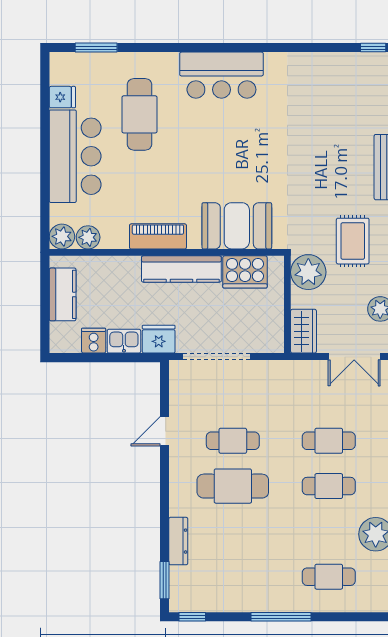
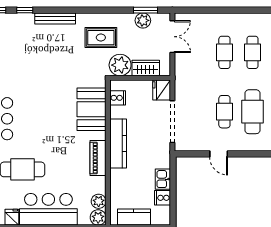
cooker: (245, 272) -> (118, 98), width x0.53, depth x0.76
wardrobe: (304, 331) -> (146, 68), moved
fridge: (159, 339) -> (162, 90), moved

